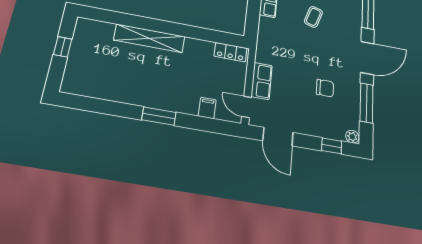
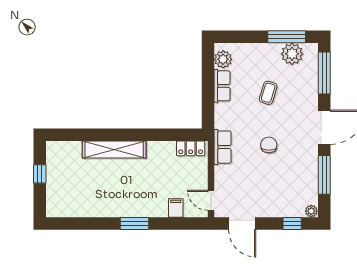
row of seats: (262, 81) -> (223, 147), moved
chair: (325, 88) -> (269, 145), moved, turned -90

